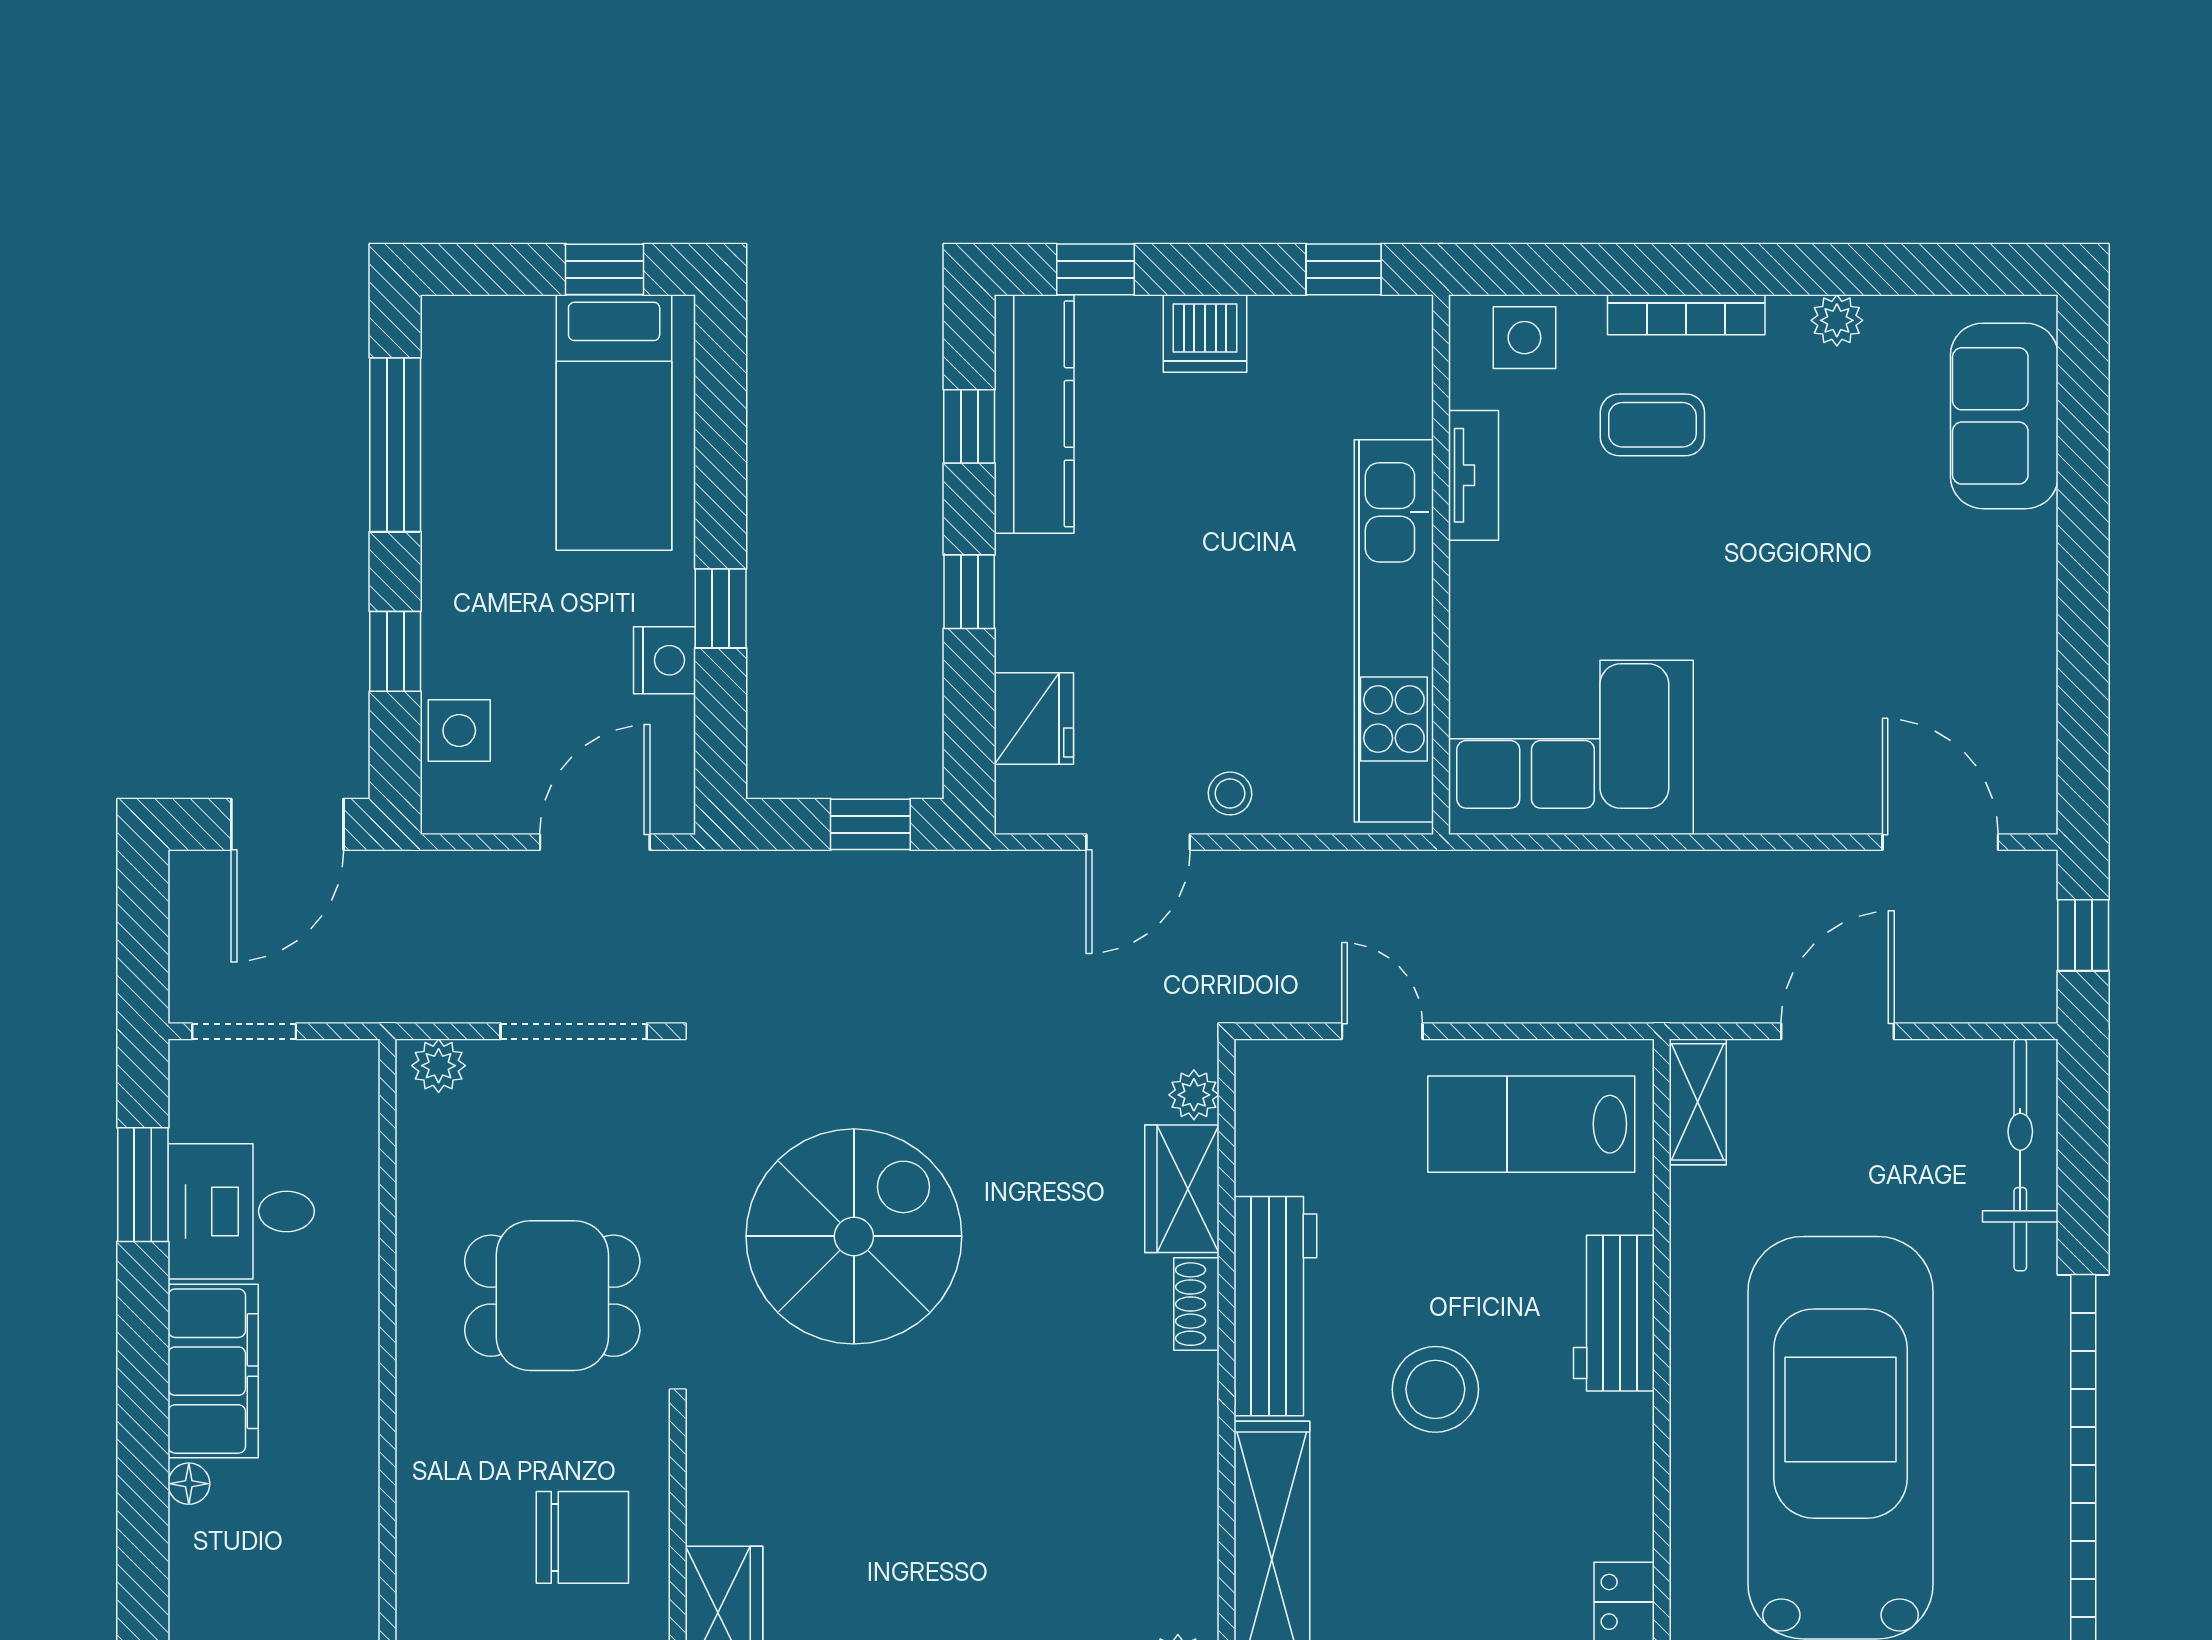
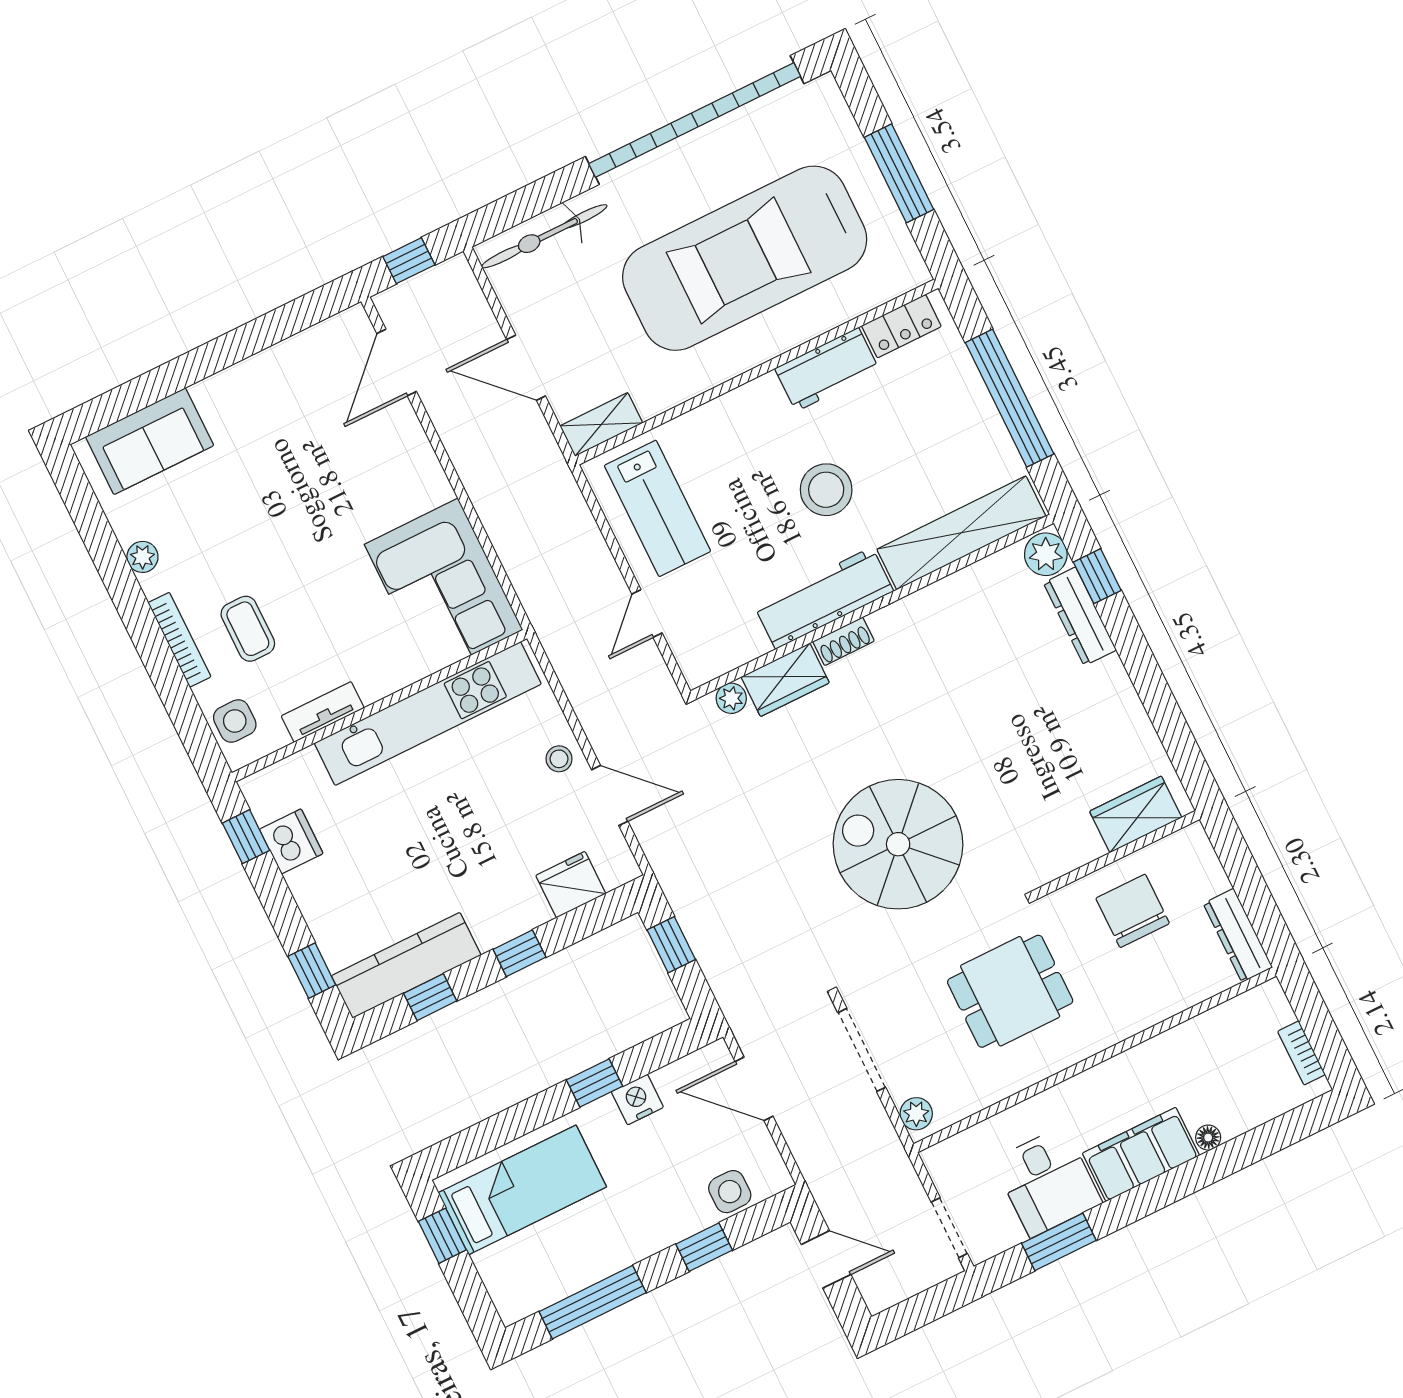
dishwasher: (1205, 333) -> (291, 841), moved
door: (287, 824) -> (826, 1259), width x0.73
dining table: (552, 1296) -> (1010, 991), turned 90
workbench: (1614, 1313) -> (827, 369), moved

